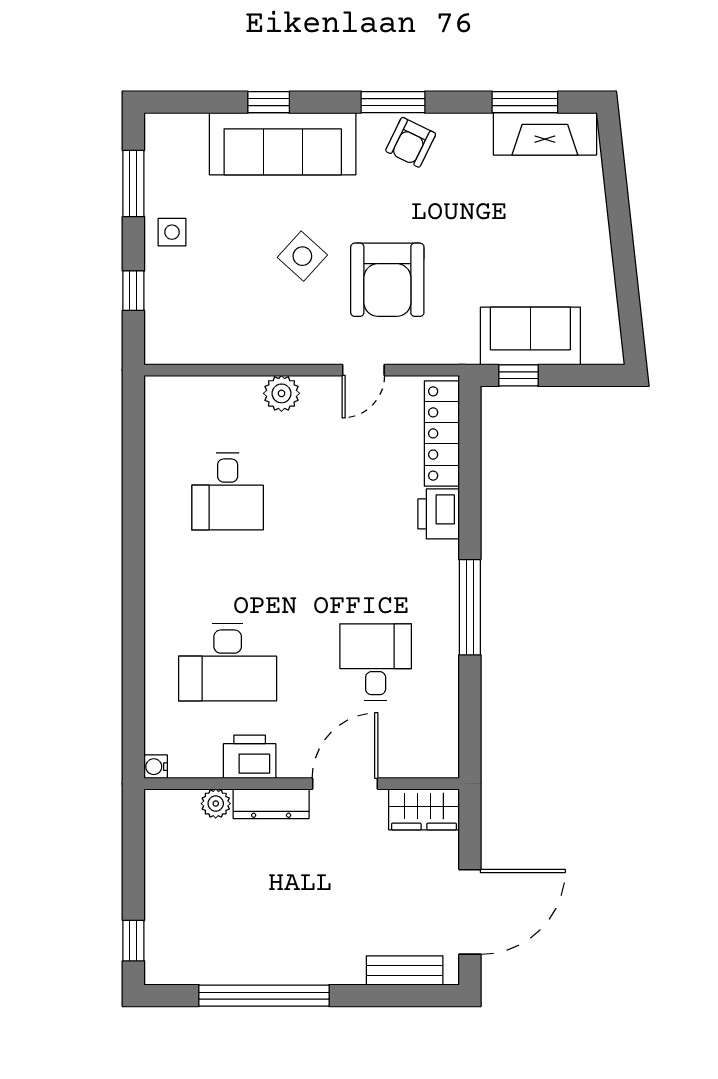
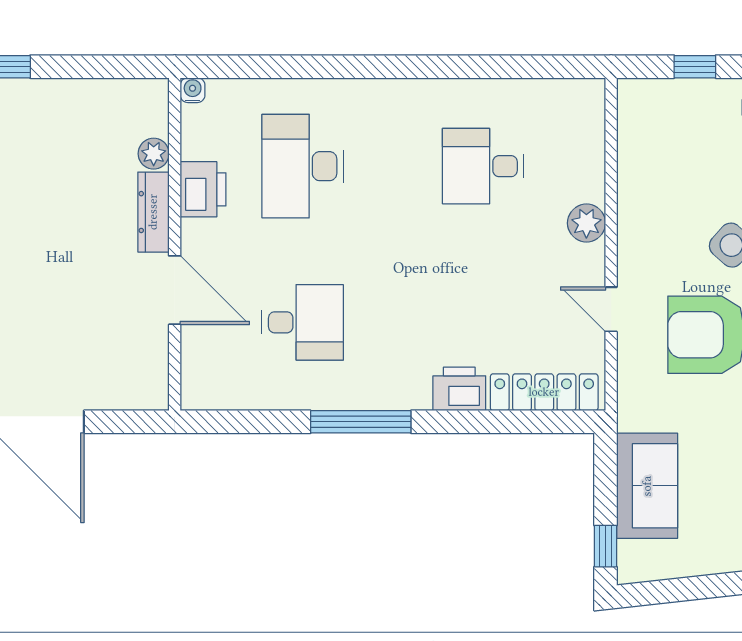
window: (519, 375) -> (606, 546), moved
wardrobe: (424, 809) -> (148, 373), removed

